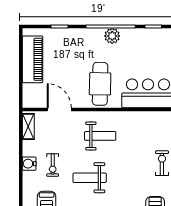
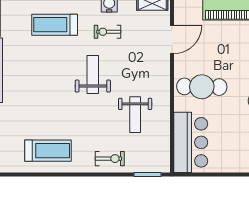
weight bench: (100, 136) -> (135, 115), moved

